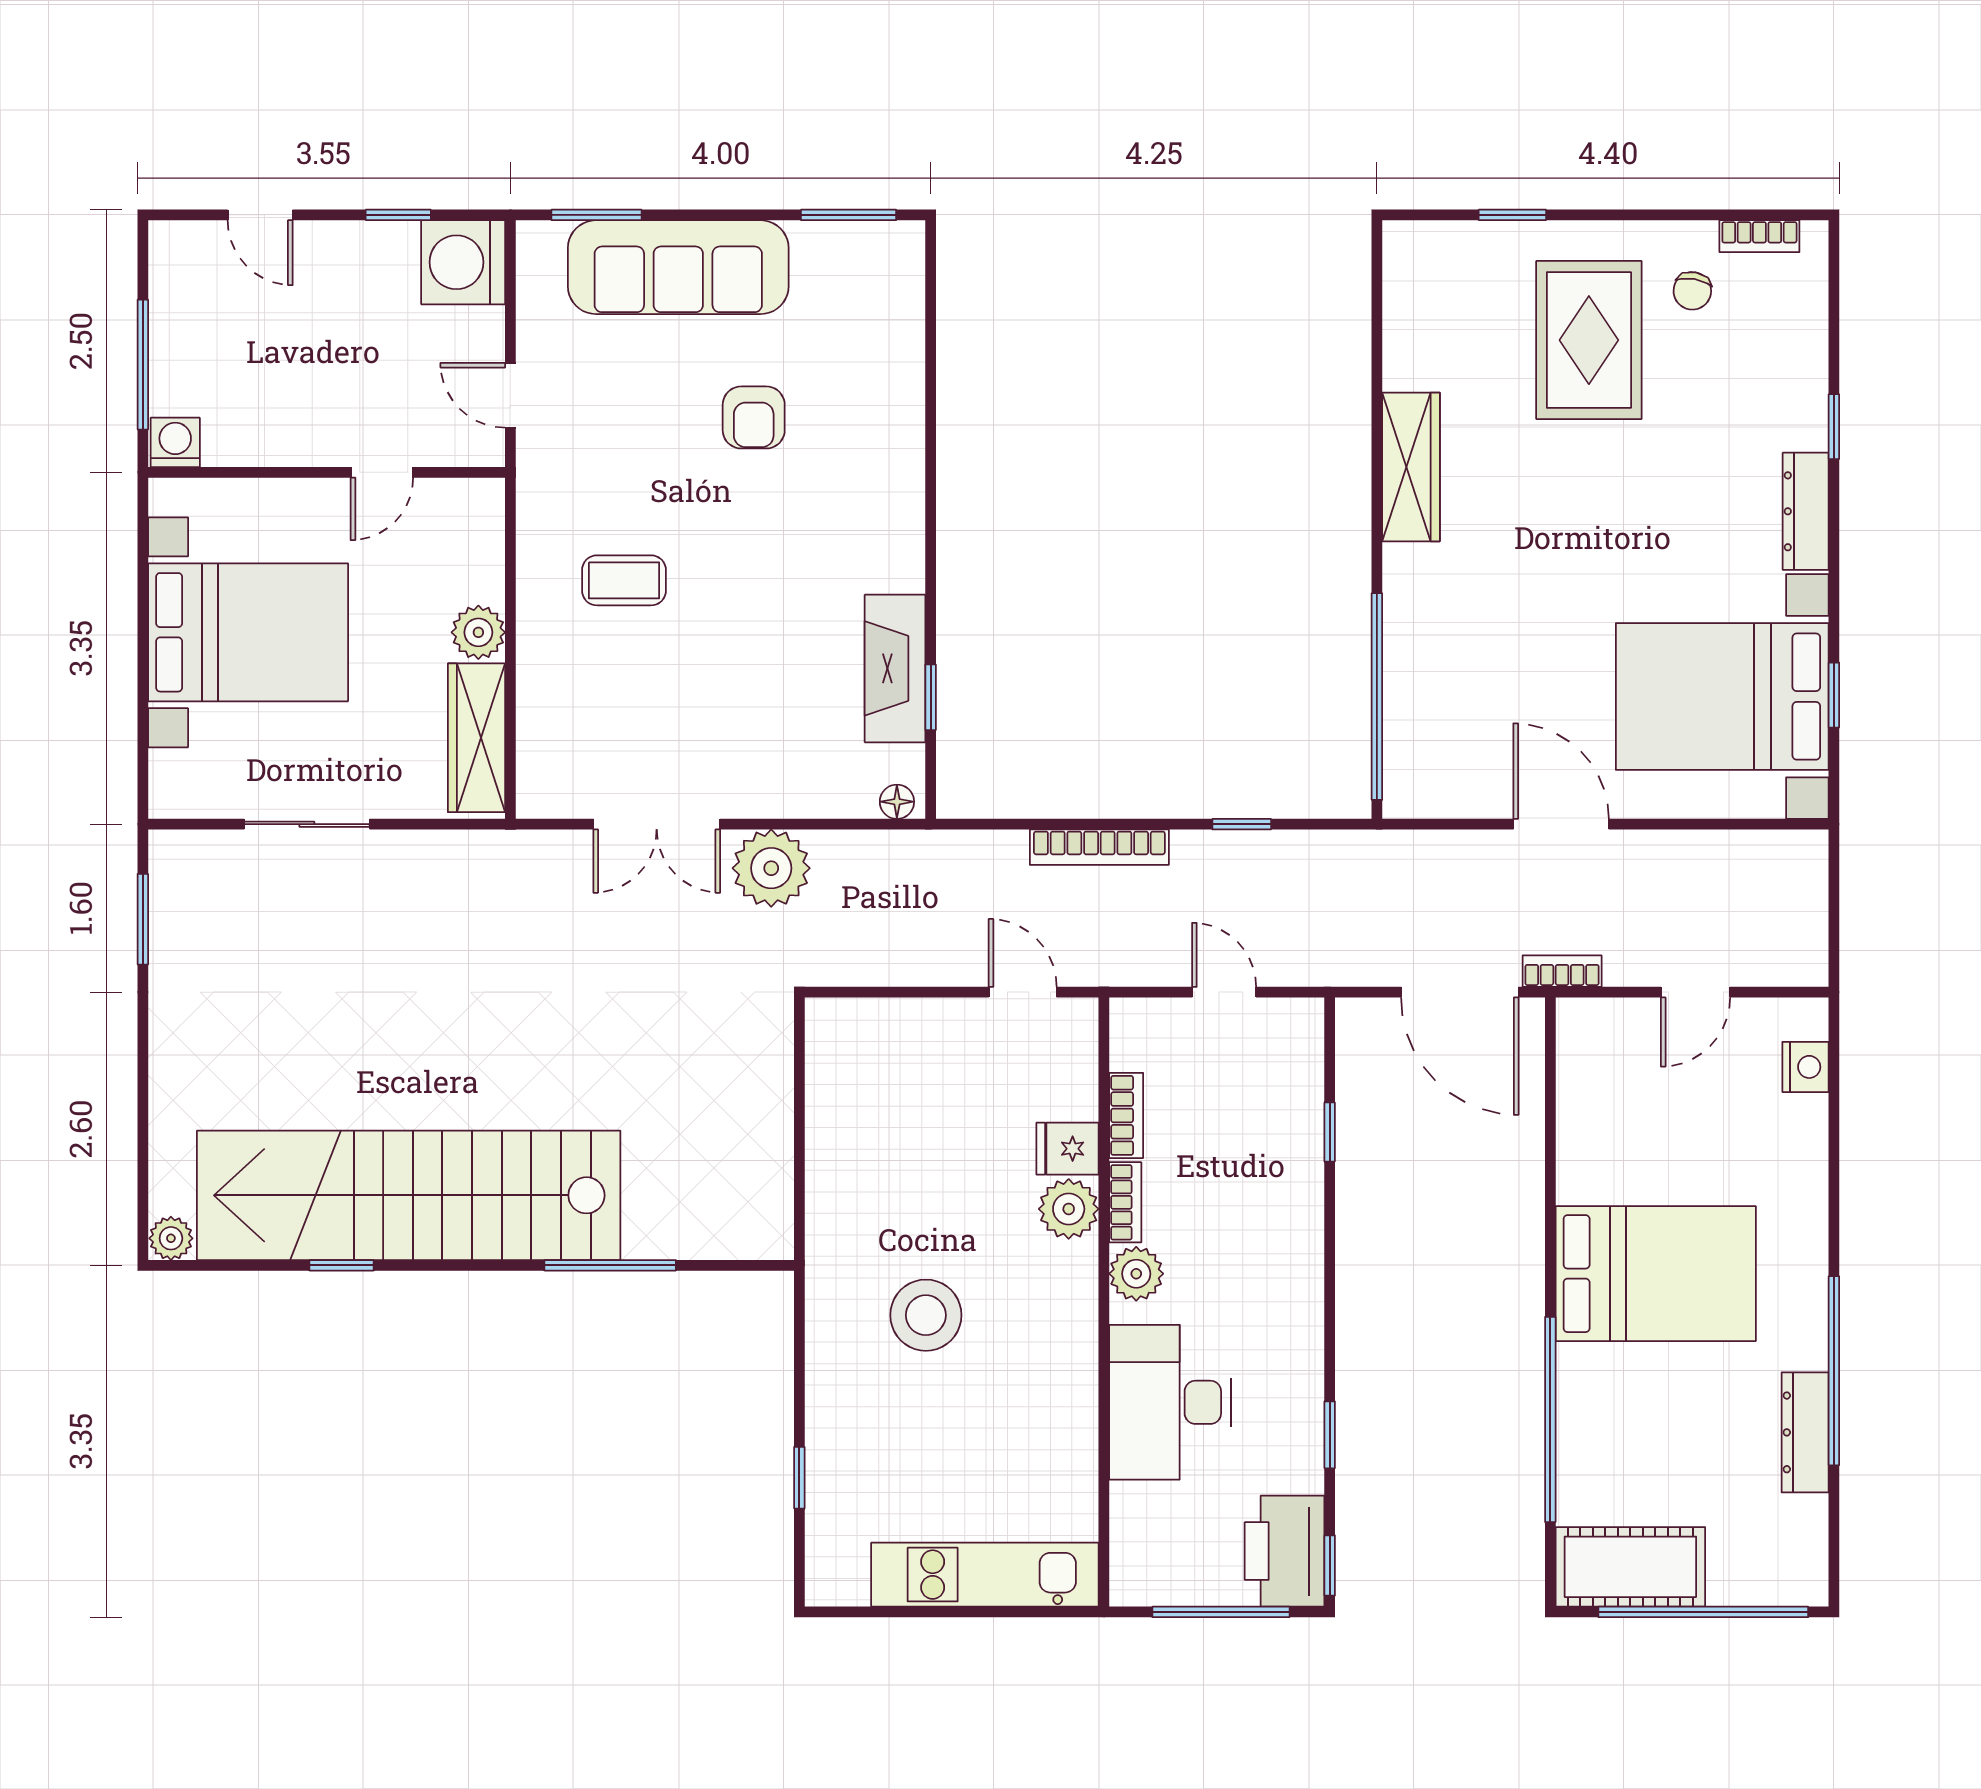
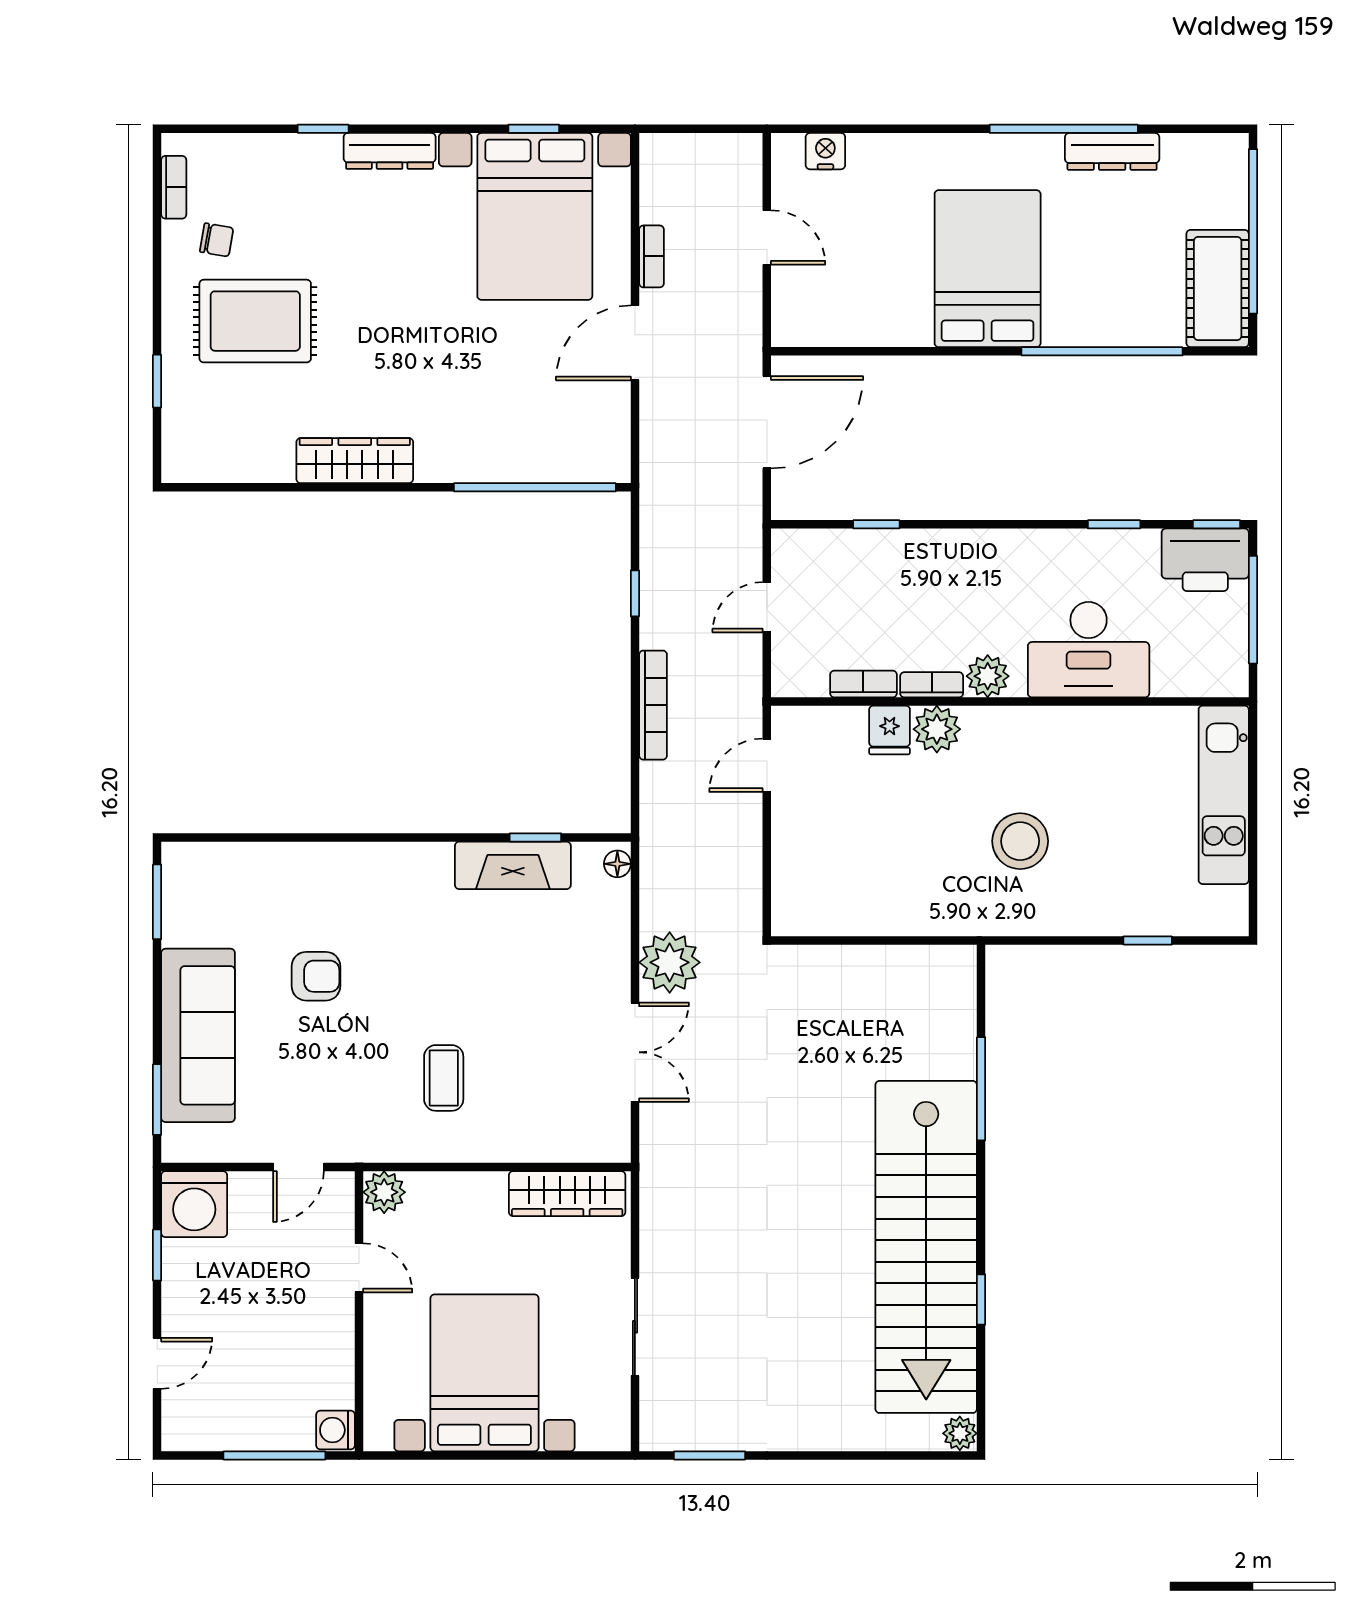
plant: (478, 632) -> (384, 1192), moved
bookcase: (1562, 971) -> (651, 256), moved, turned 180

